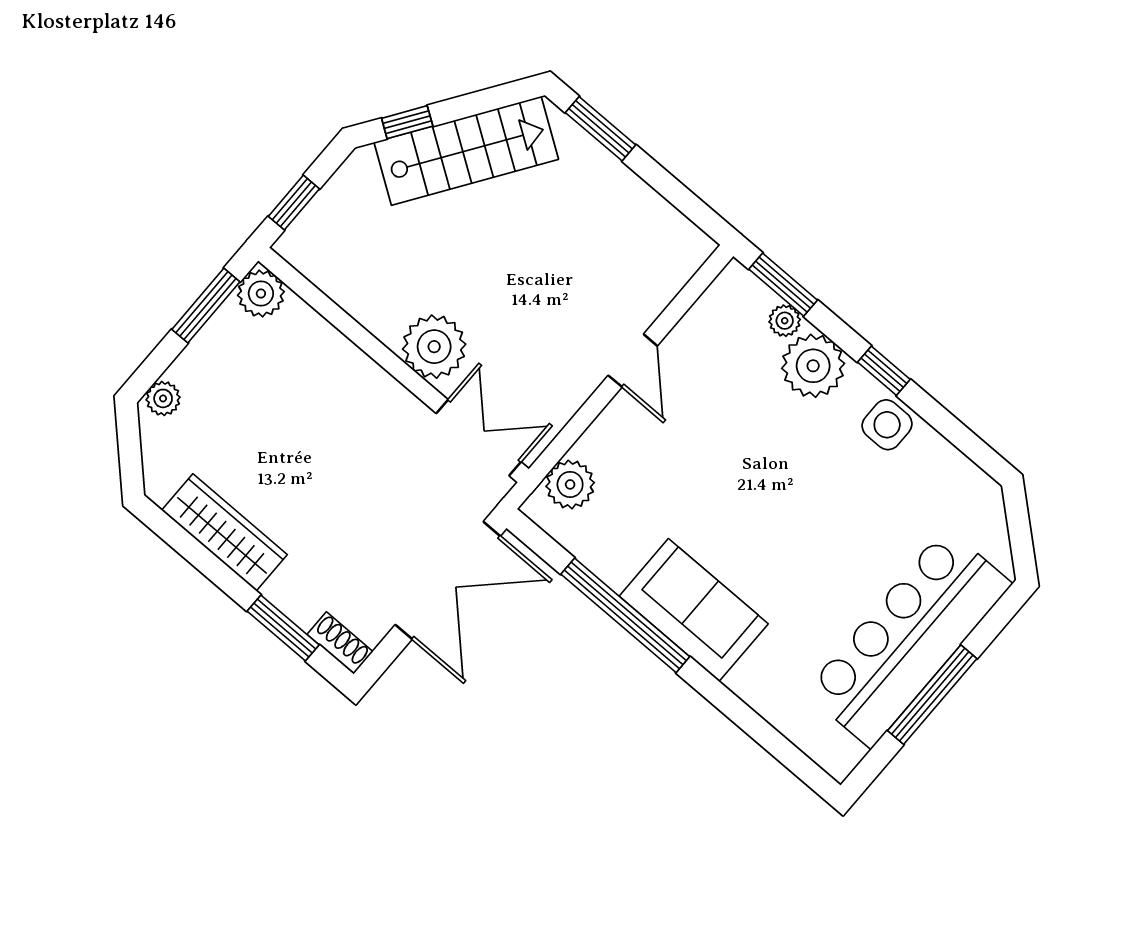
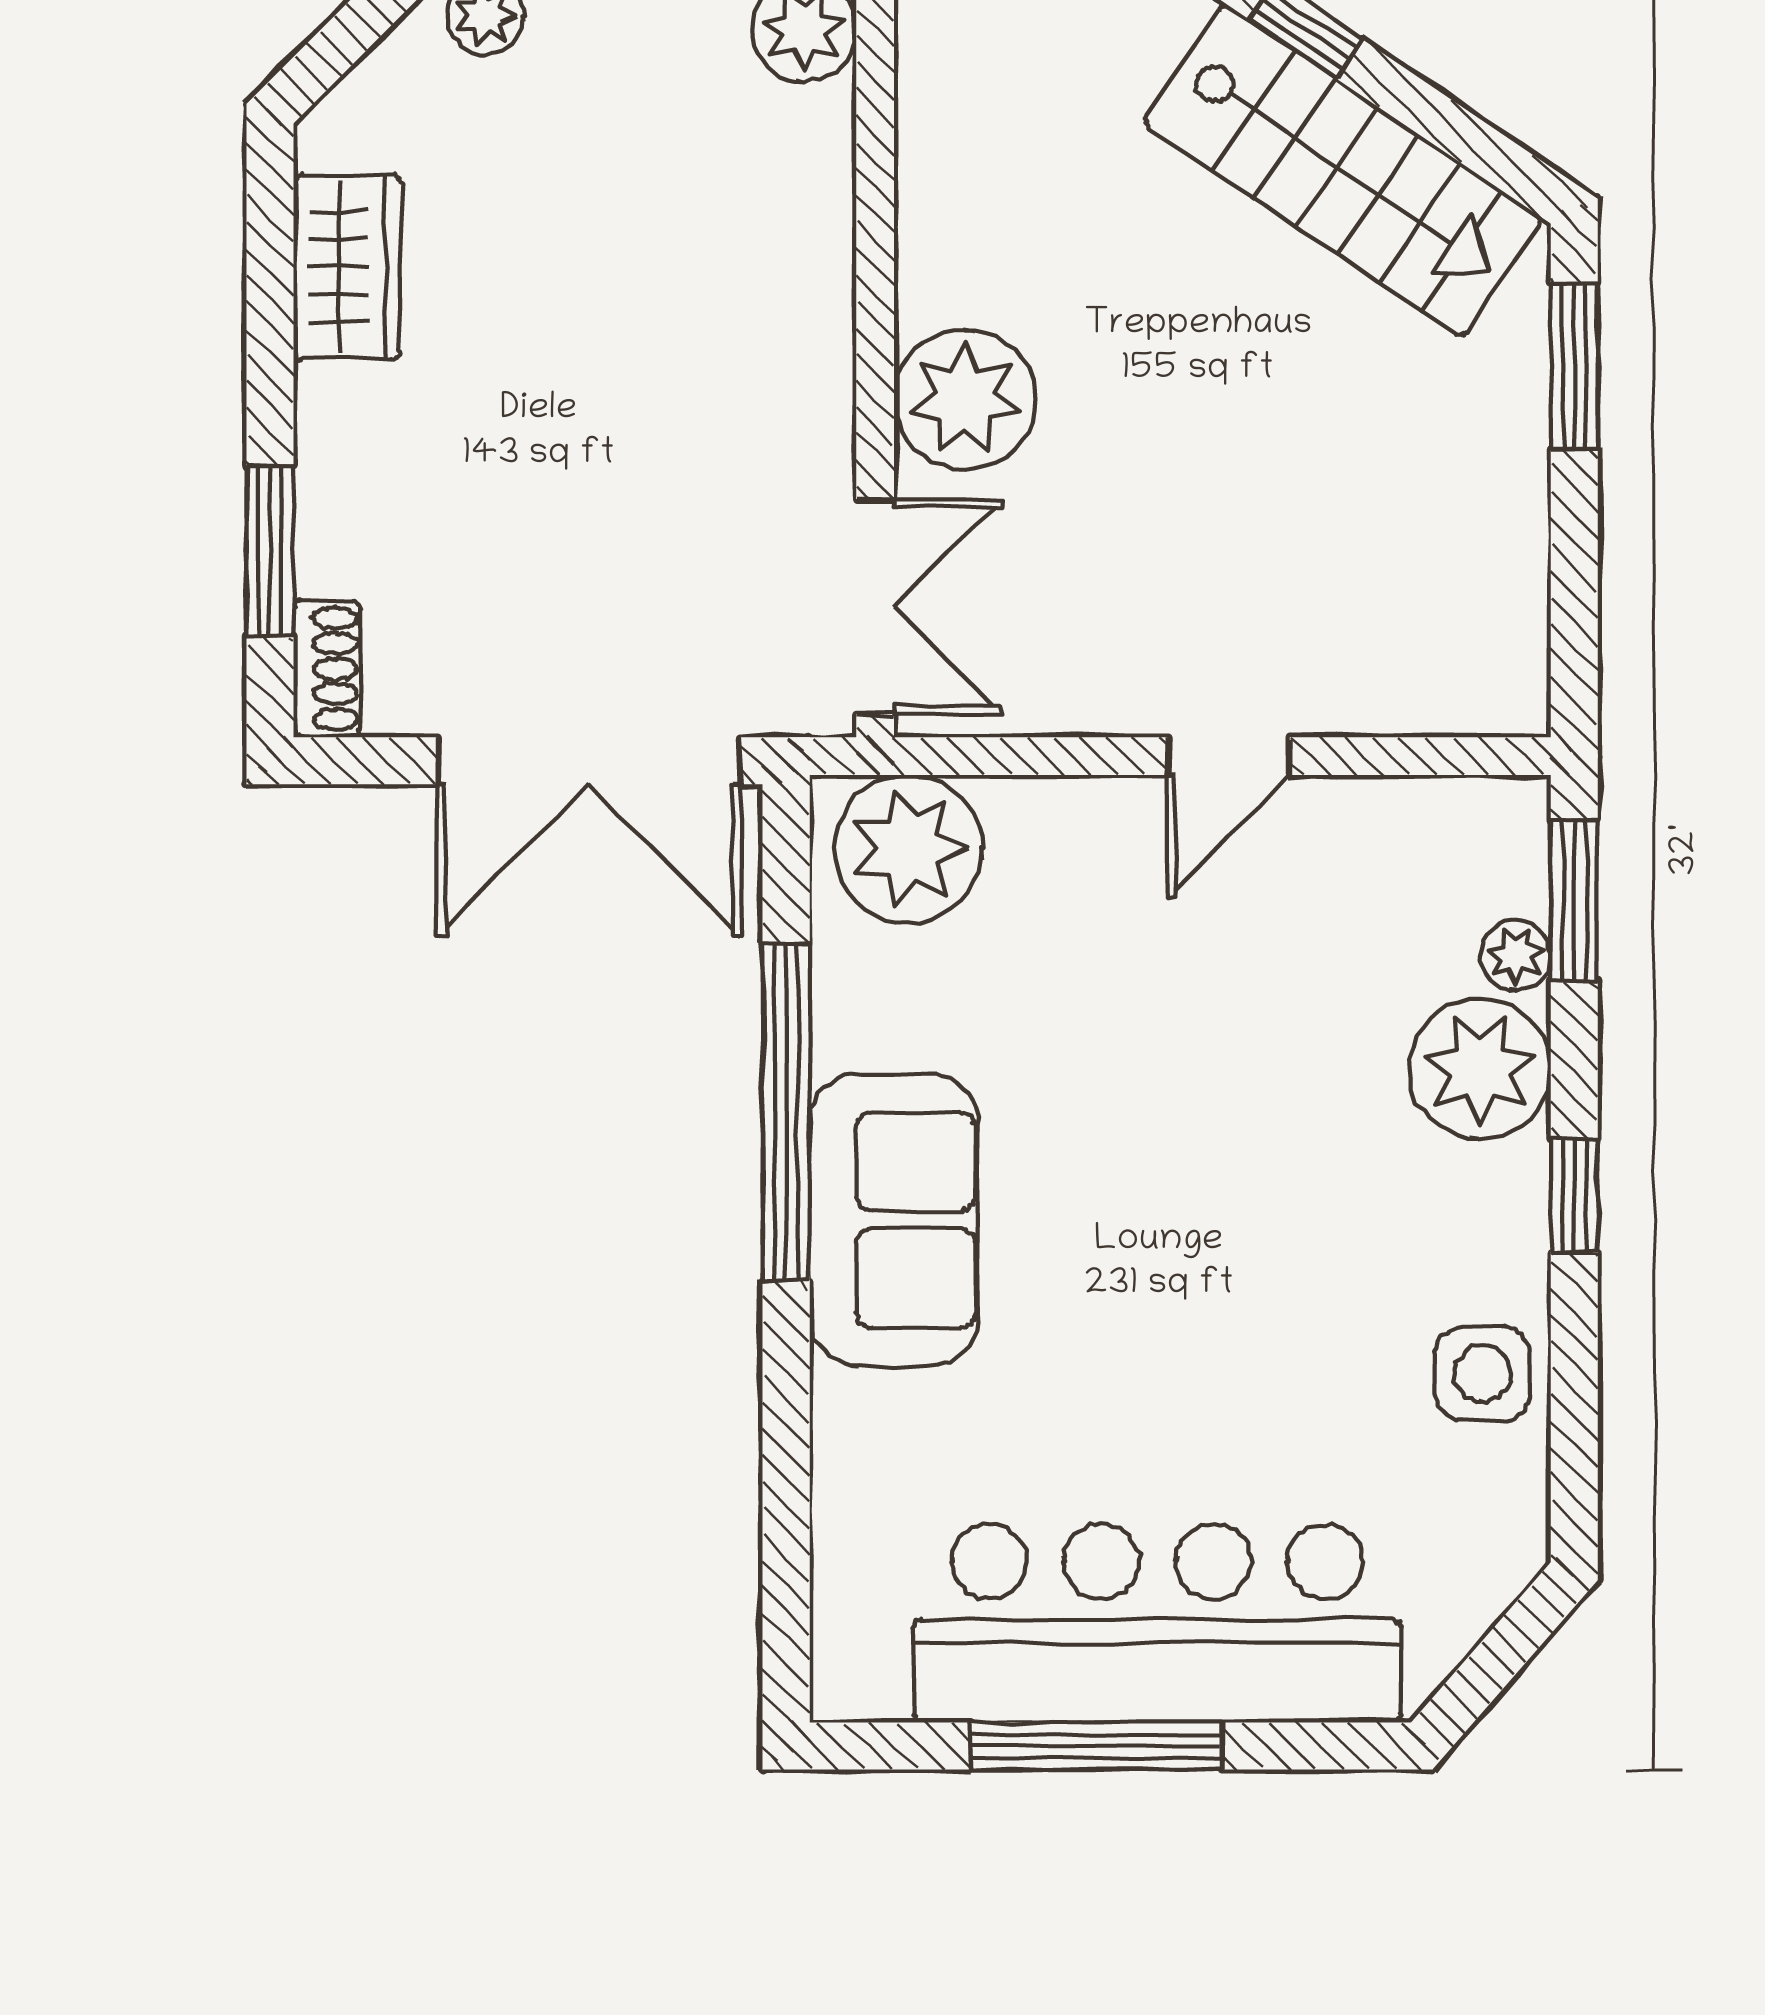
side table: (887, 425) -> (1482, 1374), moved
plant: (570, 484) -> (908, 849), width x1.36, depth x1.36
wardrobe: (224, 532) -> (347, 267), width x0.67

